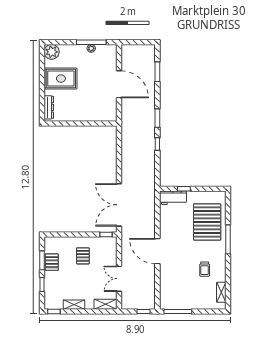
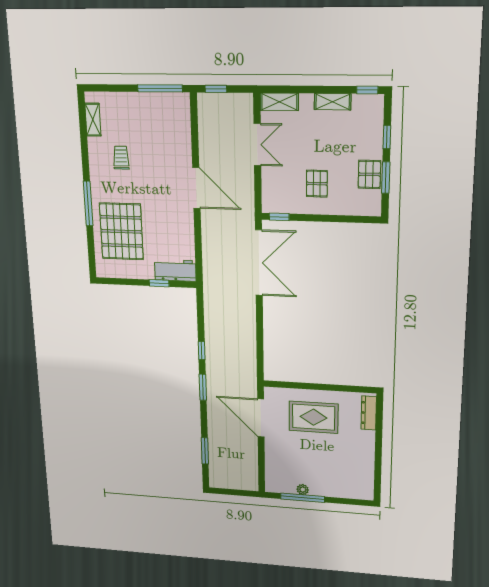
plant: (52, 52) -> (362, 490), removed
rug: (61, 79) -> (314, 417), moved
door: (119, 84) -> (261, 418), moved

